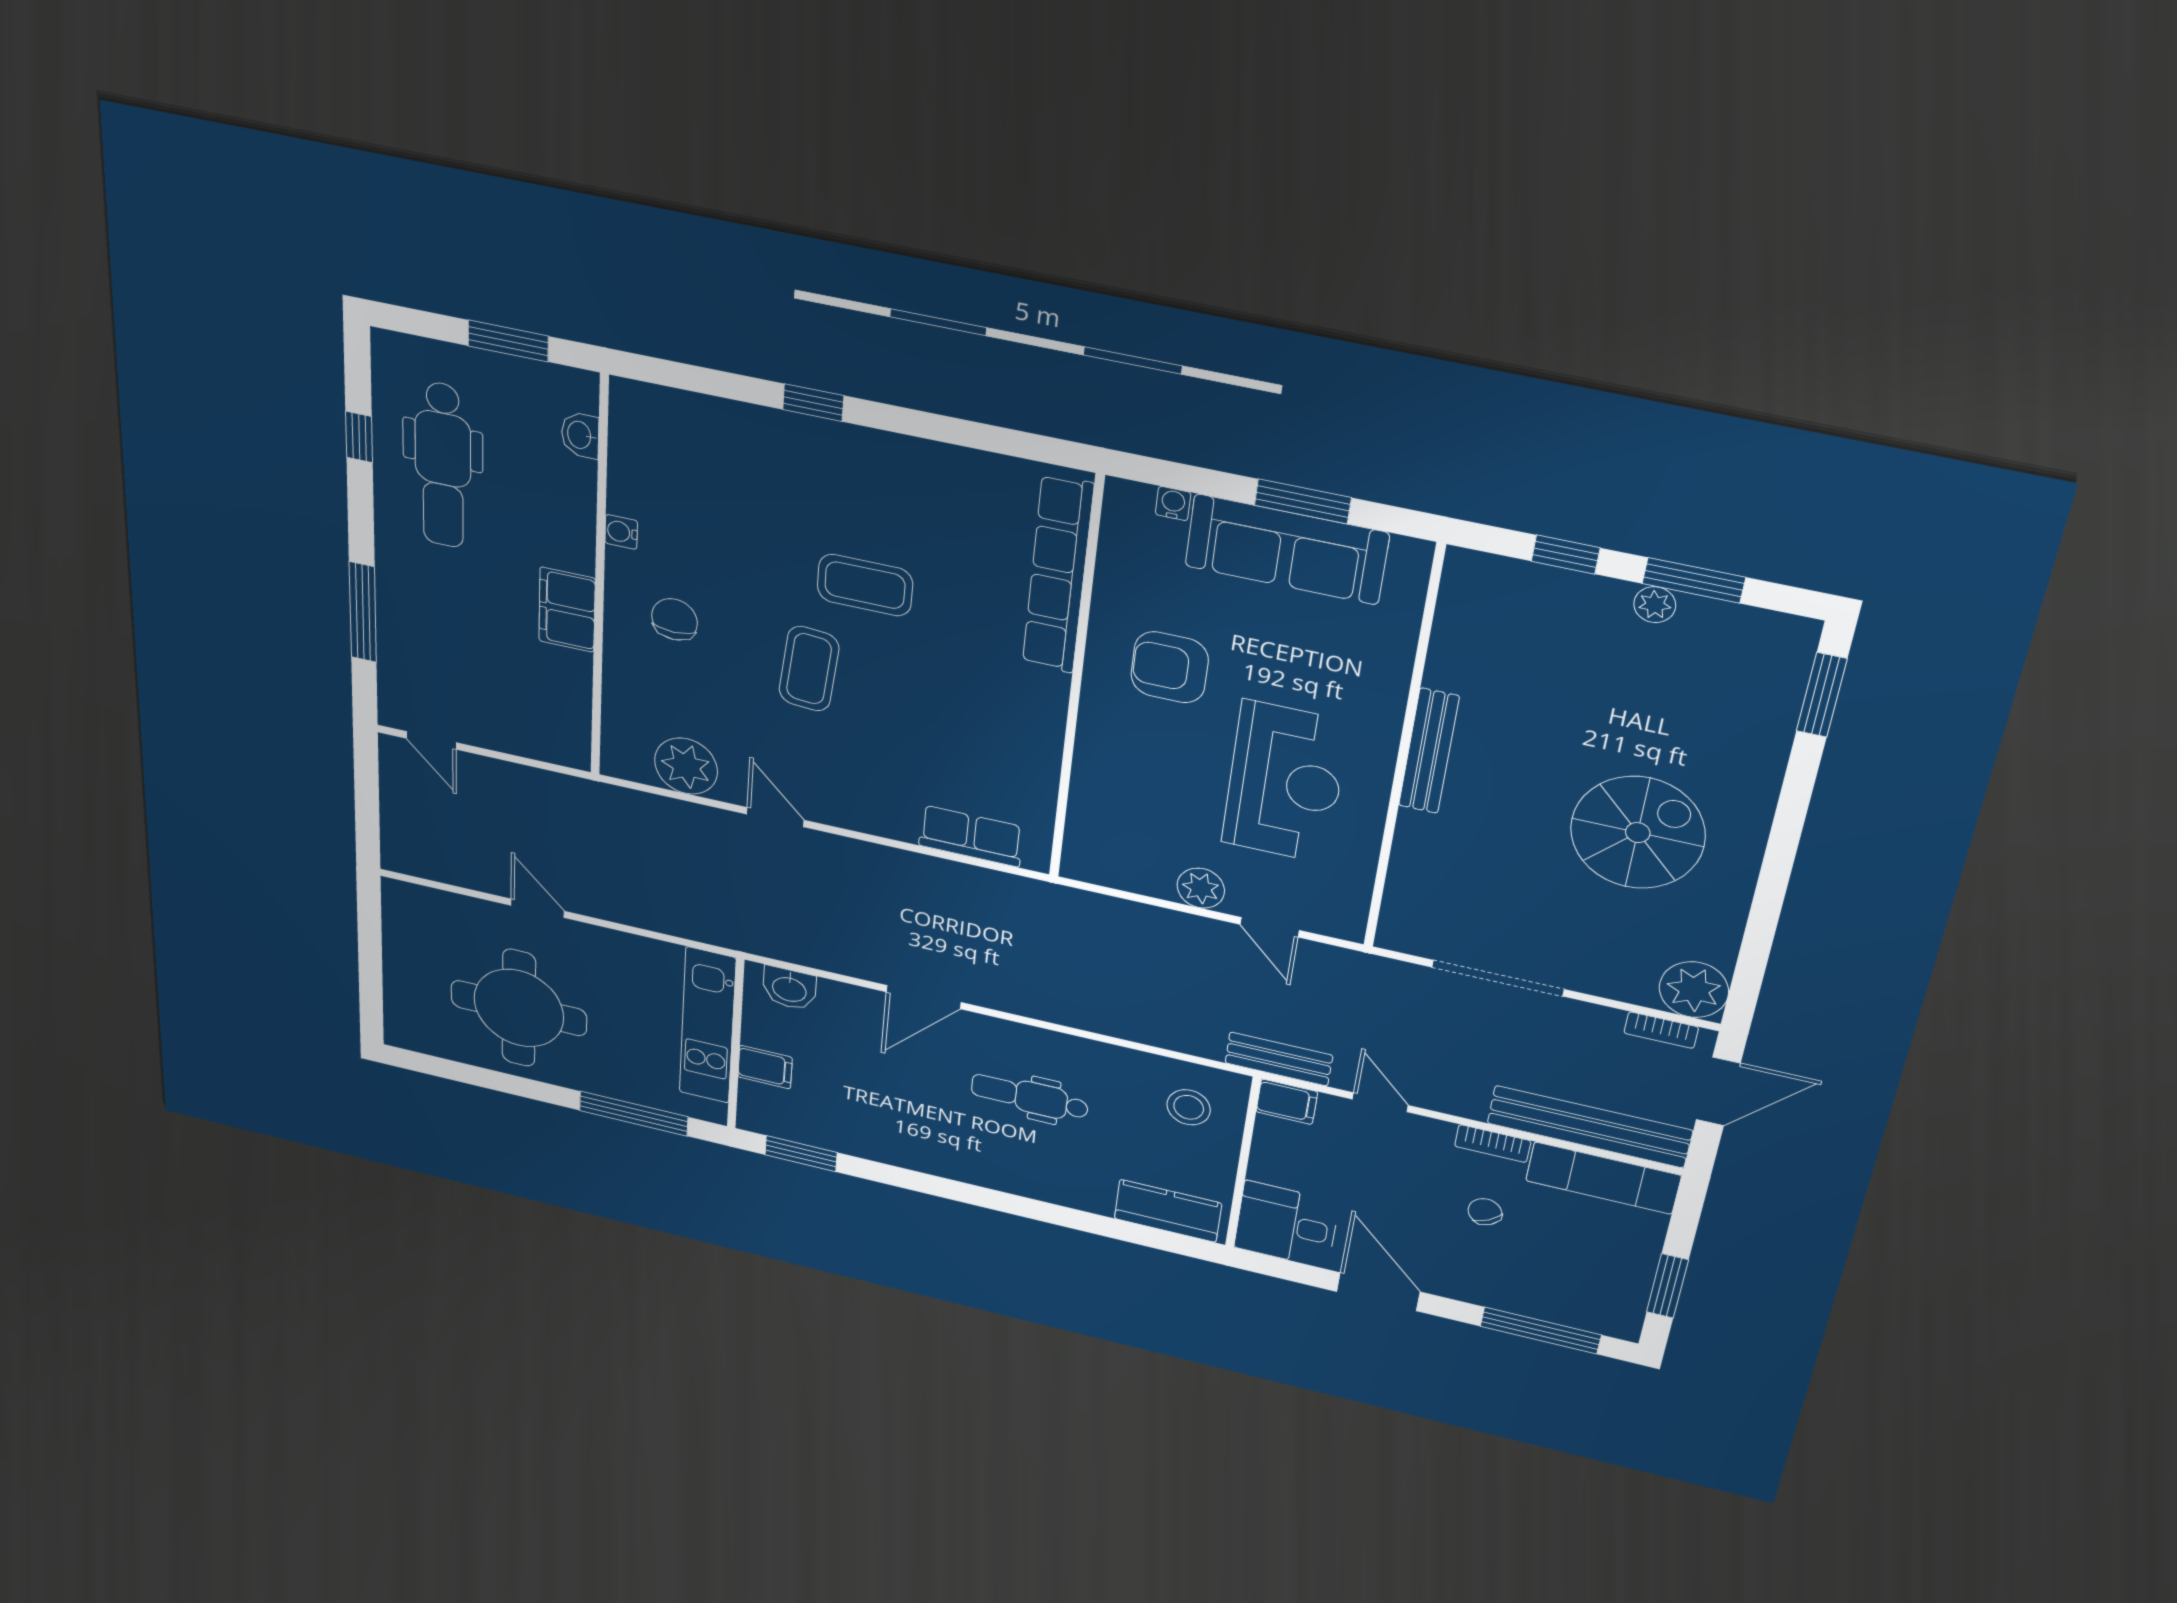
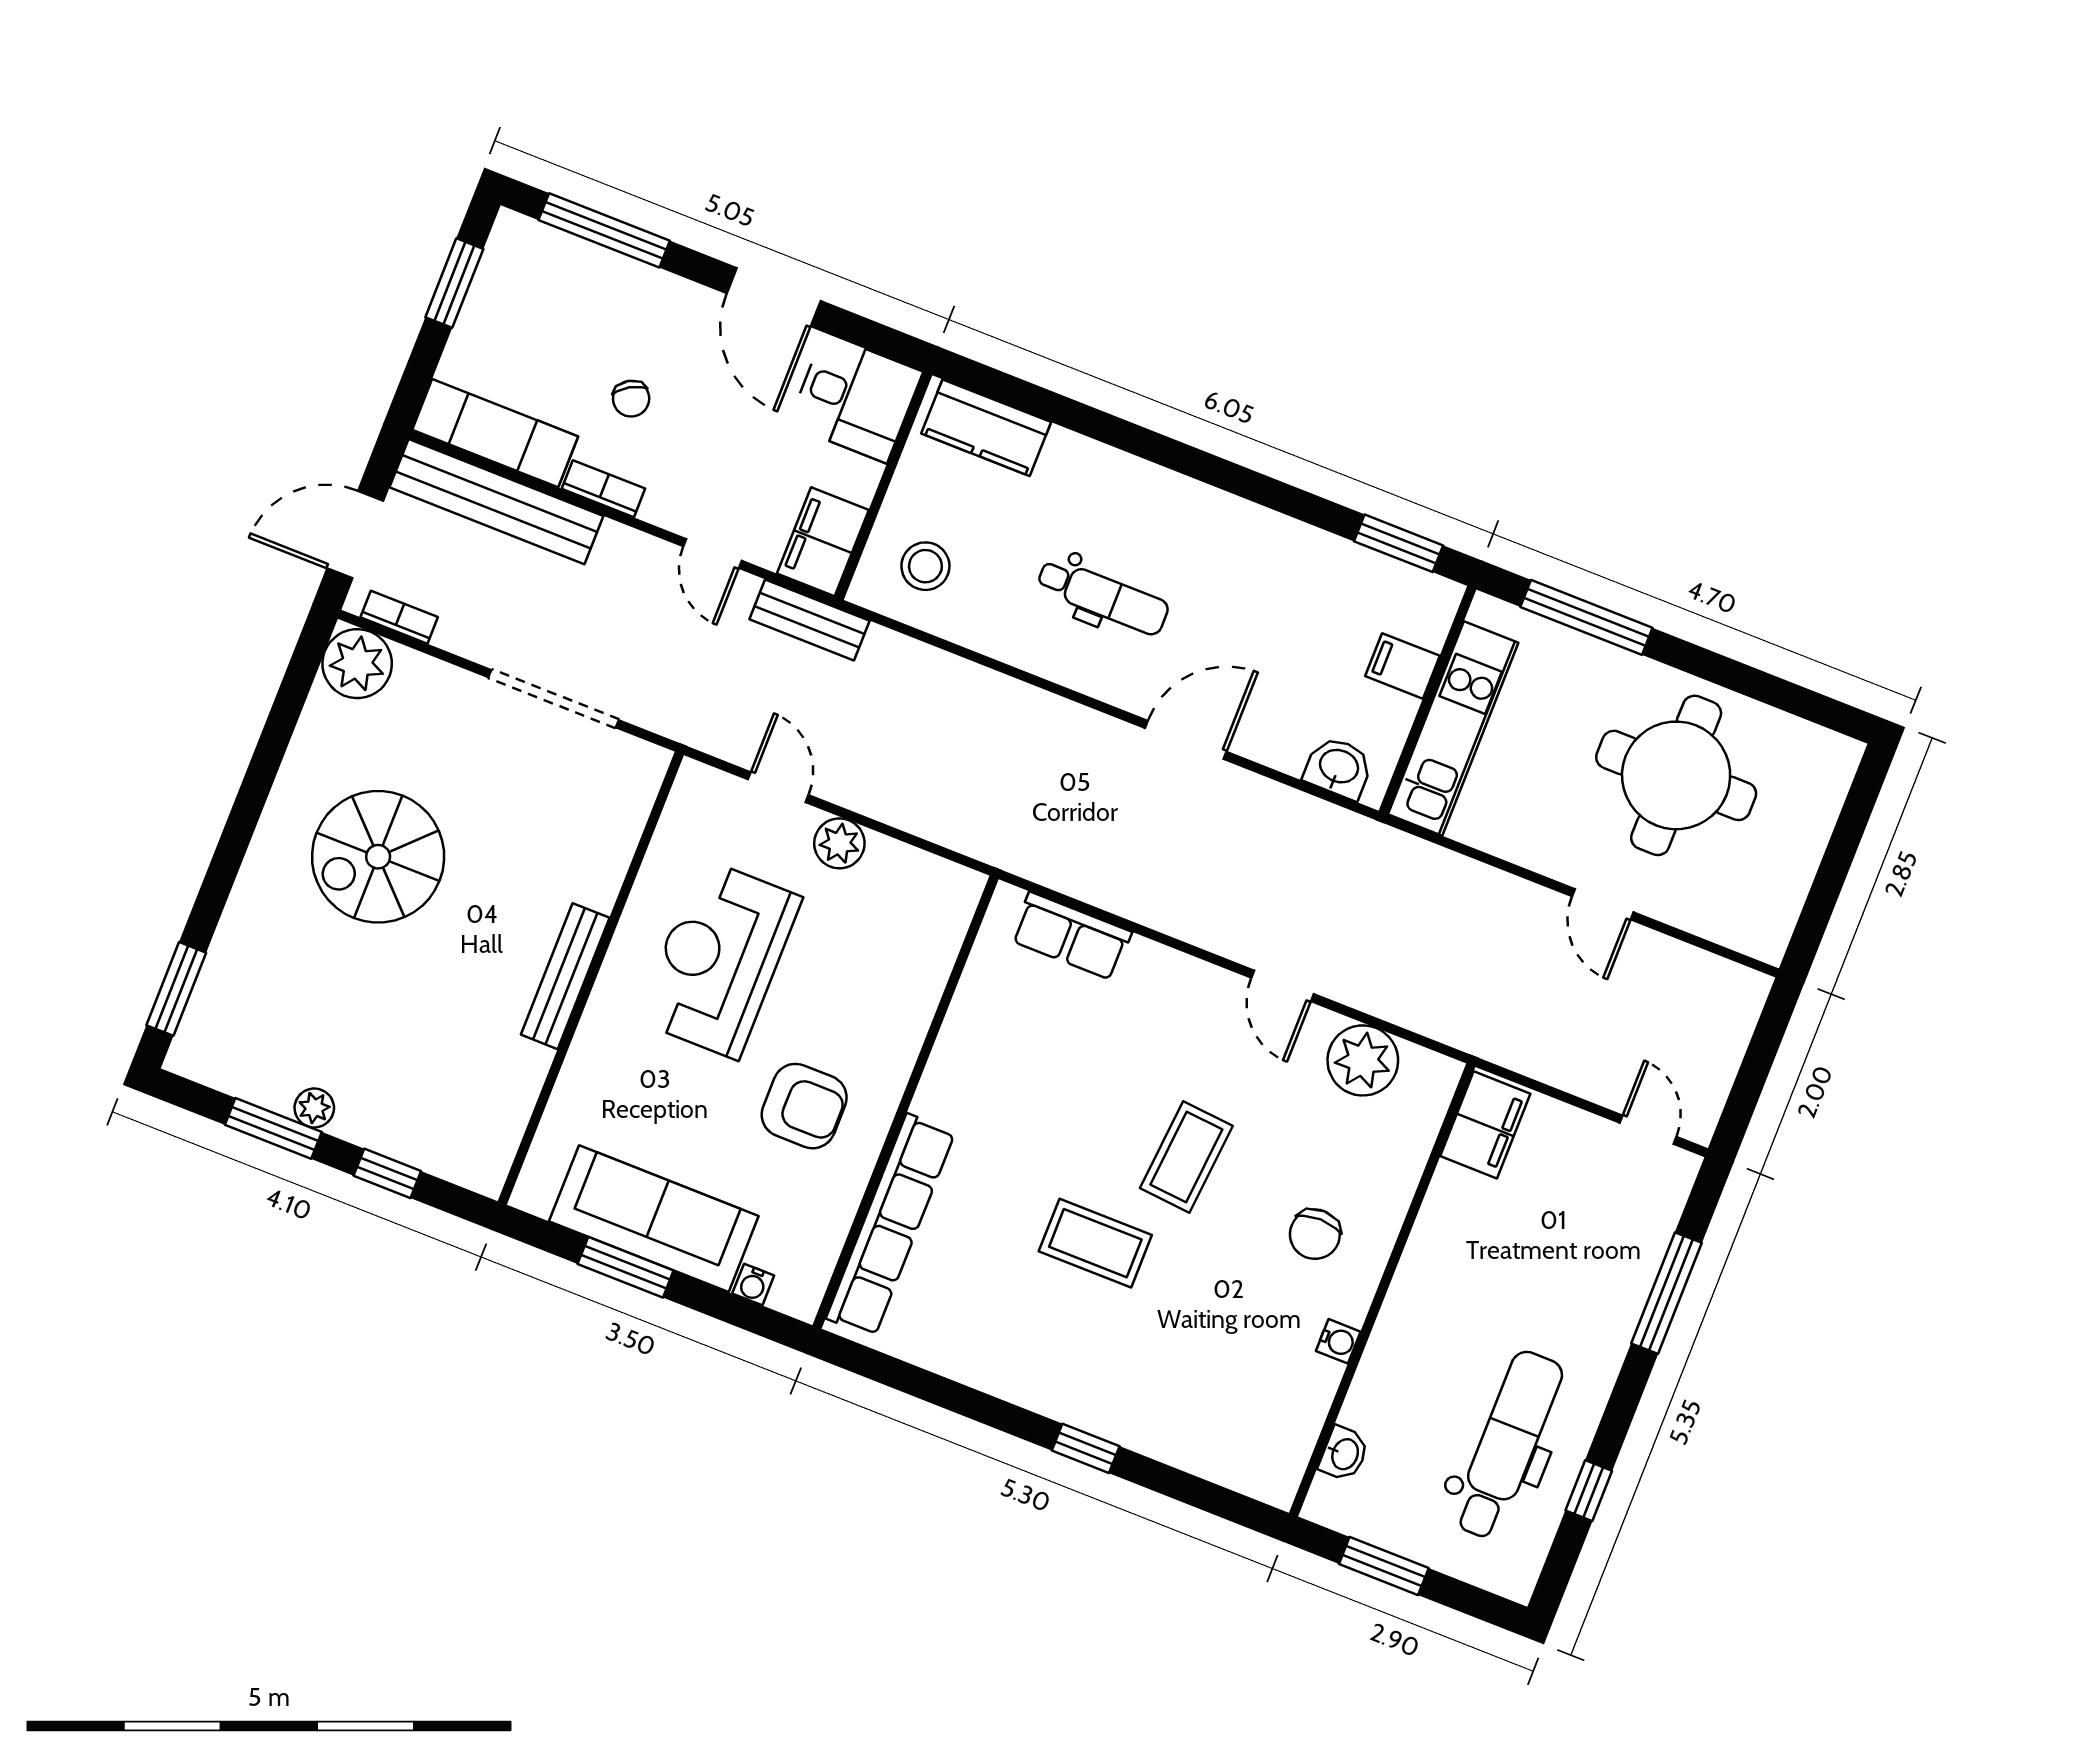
filing cabinet: (567, 610) -> (1485, 1125), moved
filing cabinet: (1287, 1102) -> (823, 542), width x2.00

